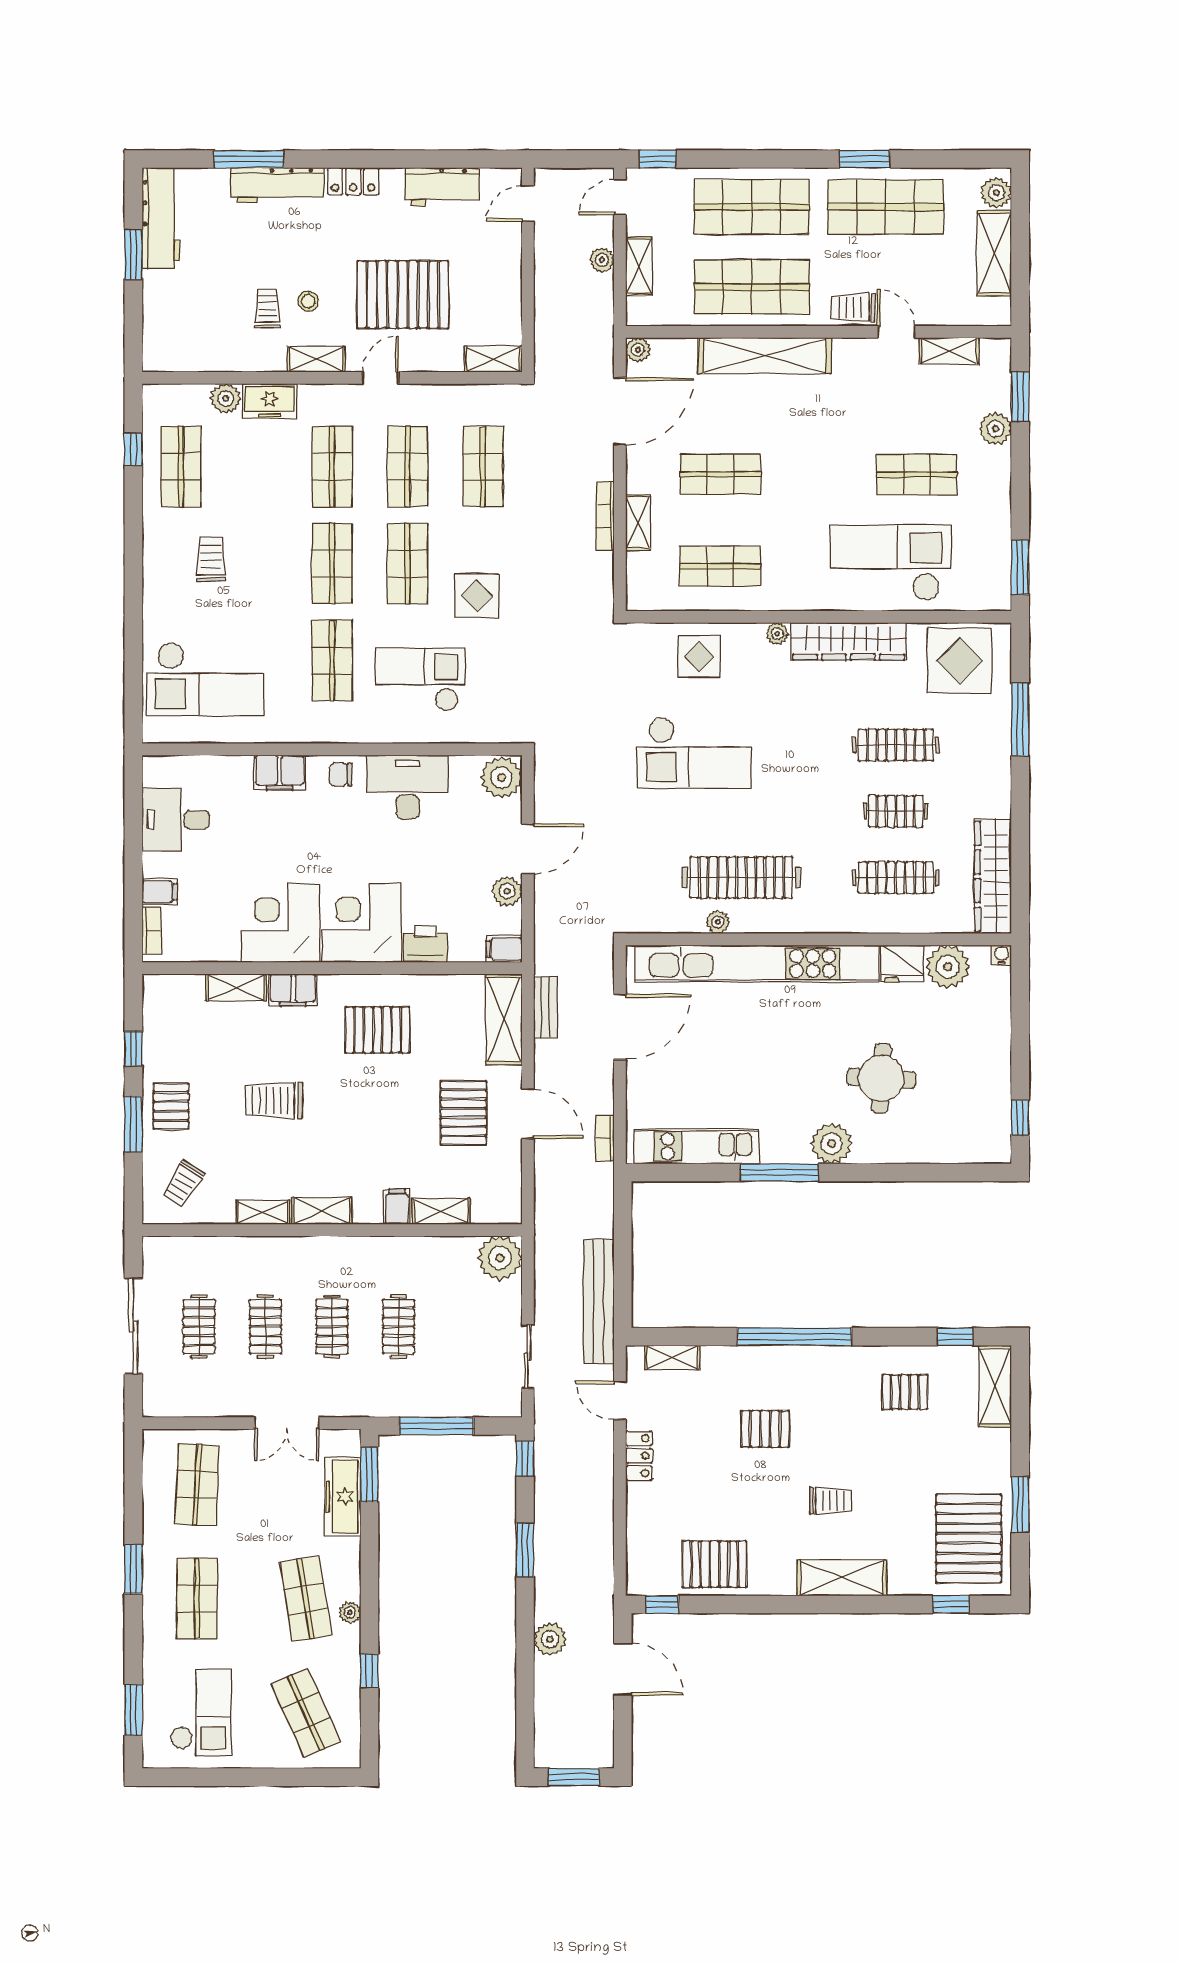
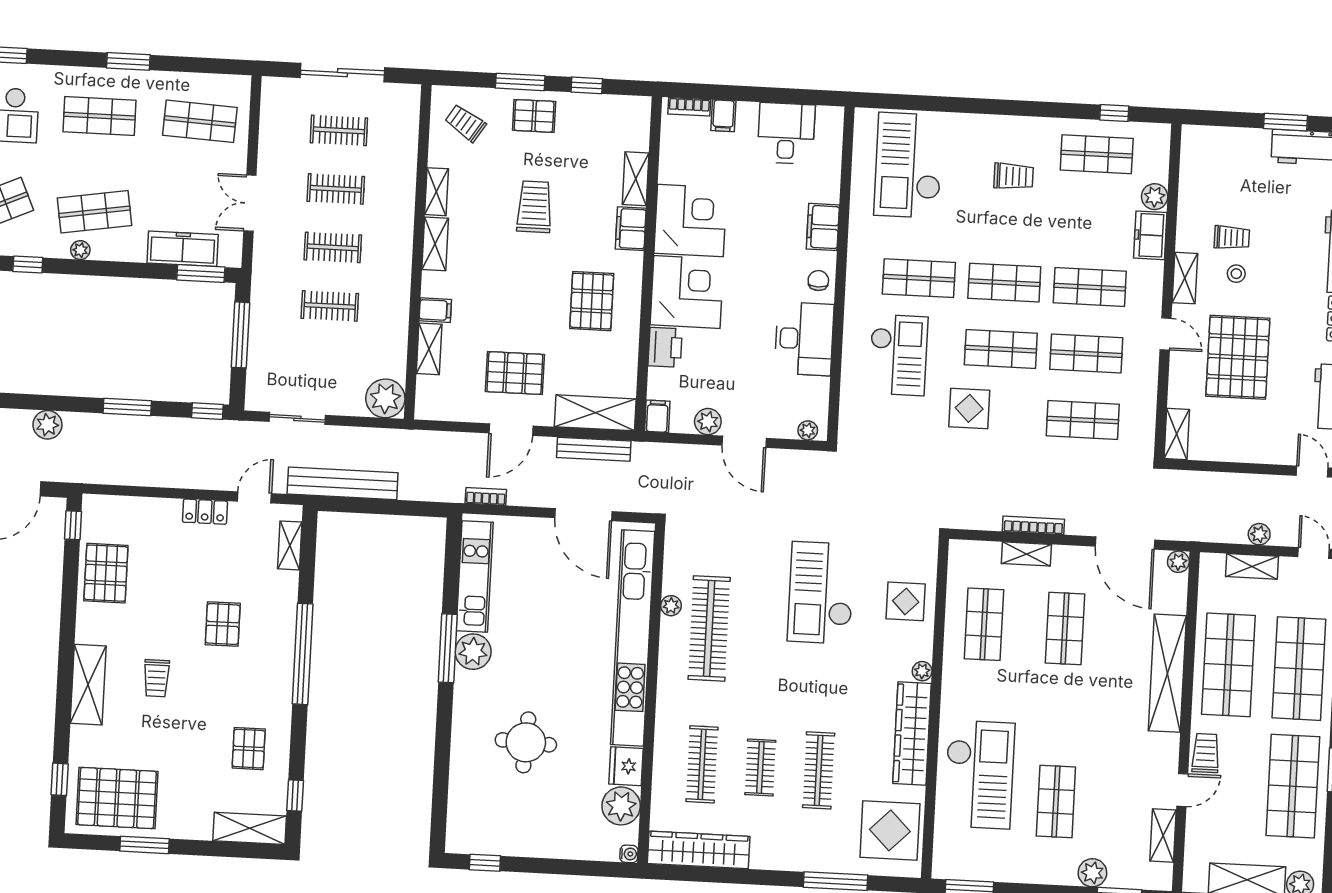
plant: (502, 778) -> (808, 430), width x0.53, depth x0.53
bench: (545, 1008) -> (594, 449), width x1.36
plant: (832, 1144) -> (473, 652), moved

